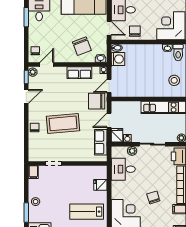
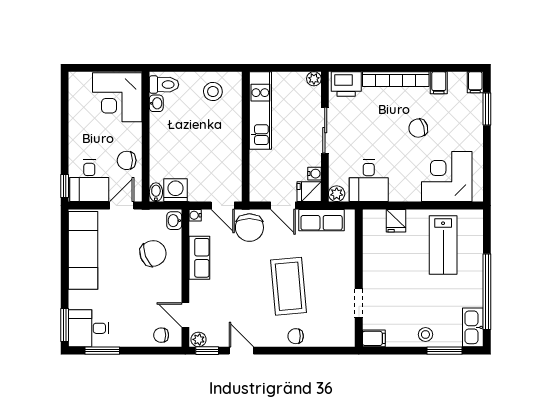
plant: (132, 151) -> (337, 194), moved

